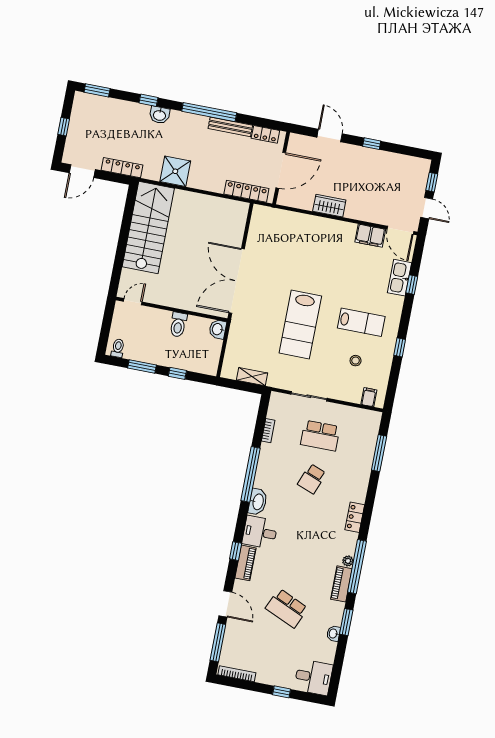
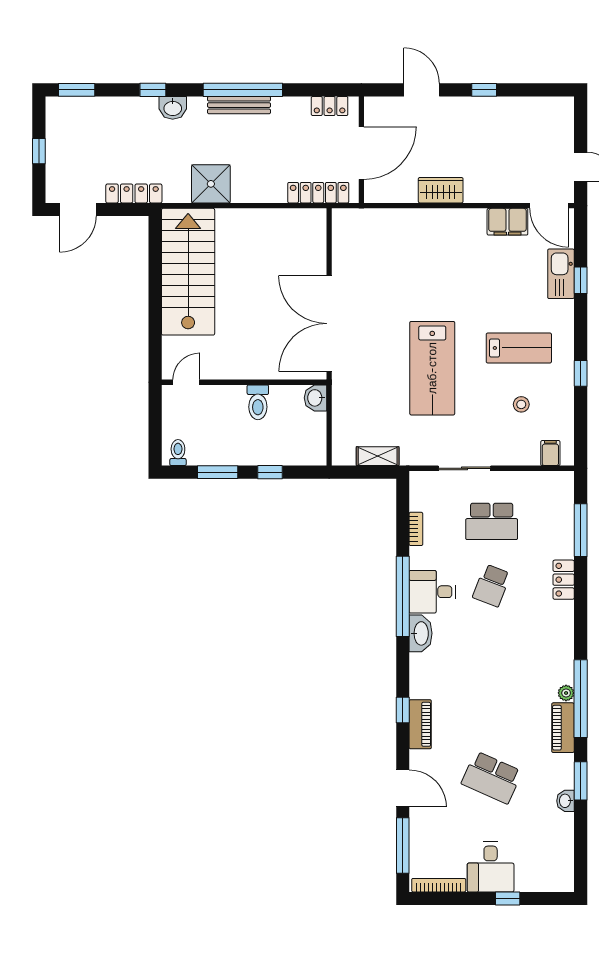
bench: (230, 127) -> (239, 105), moved
window: (432, 182) -> (581, 128), removed
locker: (355, 517) -> (564, 580), moved
desk: (260, 532) -> (432, 592), moved
desk: (313, 677) -> (491, 867), moved, turned 90

